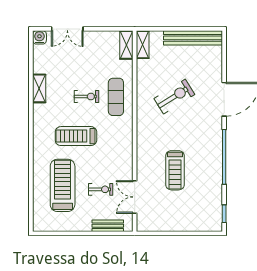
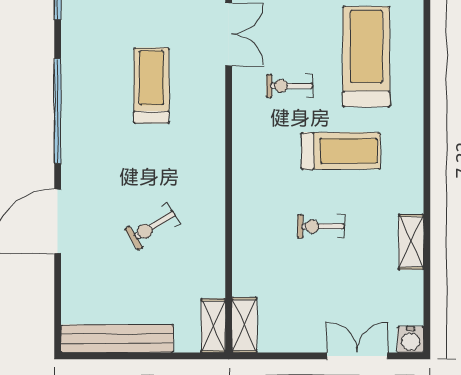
exercise mat: (116, 97) -> (264, 226), removed
exercise bike: (174, 97) -> (153, 226), width x0.73, depth x0.72
treadmill: (63, 185) -> (366, 57), turned 180
exercise bike: (101, 189) -> (289, 86), moved

